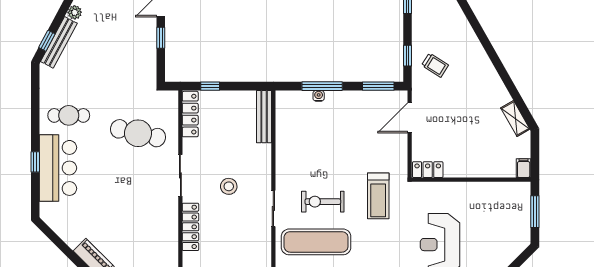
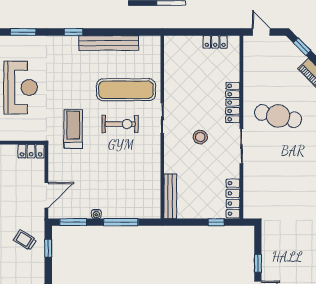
water cooler: (319, 96) -> (96, 214), moved
cafe table: (138, 133) -> (278, 116), moved

